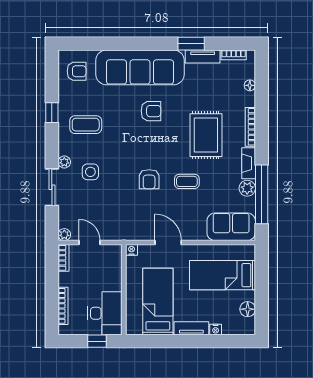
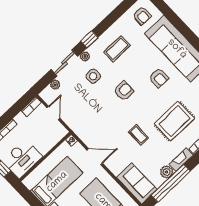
window: (52, 113) -> (89, 39), moved
coffee table: (86, 125) -> (117, 49), turned 90
armchair: (149, 179) -> (124, 91), moved, turned 180
plant: (64, 235) -> (55, 85), moved
door: (168, 243) -> (95, 157), hinge flipped

